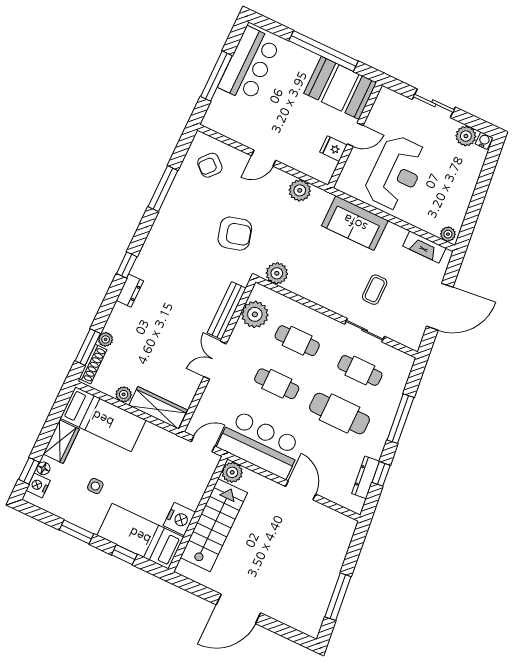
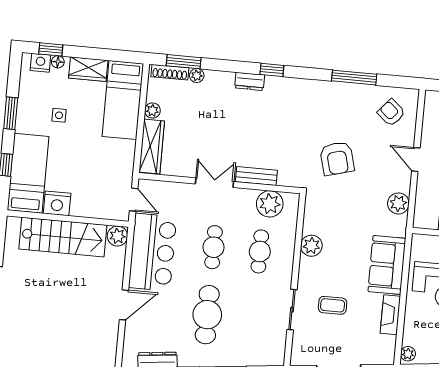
fireplace: (424, 247) -> (390, 315), moved
plant: (277, 273) -> (311, 246), moved
bench: (227, 311) -> (256, 176), width x0.73
cafe table: (360, 370) -> (254, 319), removed

